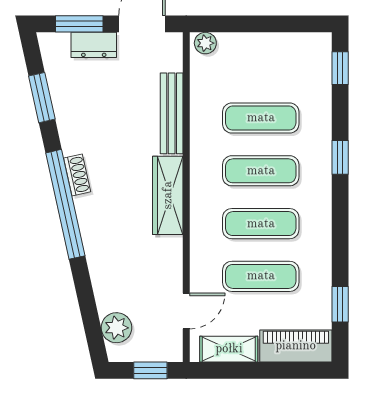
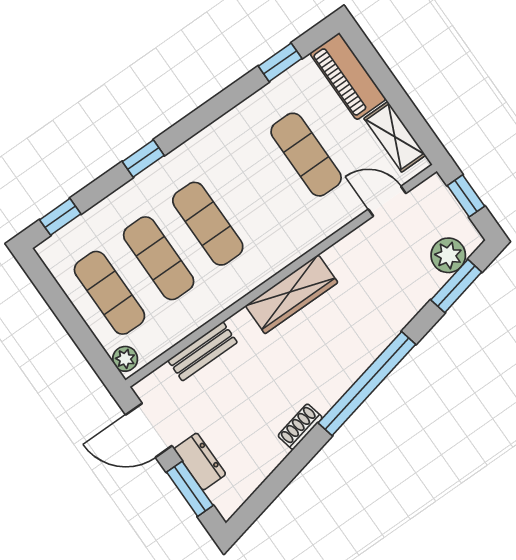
window: (42, 98) -> (456, 286), moved
bench: (172, 113) -> (203, 351), width x0.73
shoe rack: (77, 175) -> (300, 427), moved
exercise mat: (261, 224) -> (109, 293), moved

